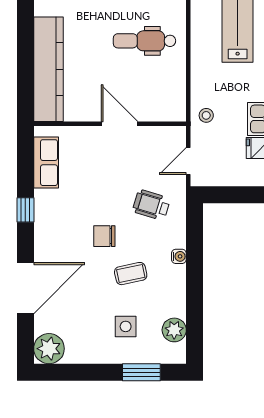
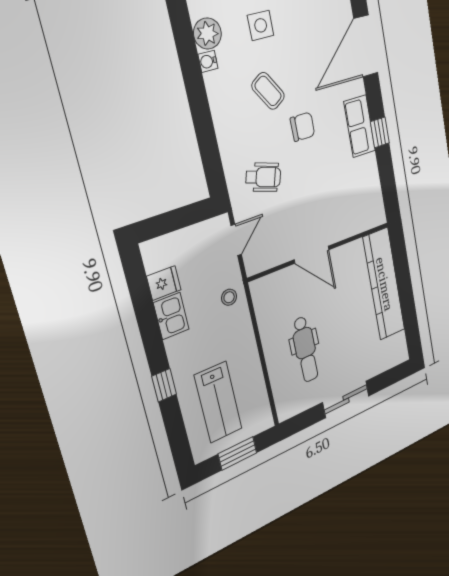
dental chair: (145, 41) -> (305, 349), turned 90
row of seats: (46, 163) -> (360, 126), moved
water cooler: (179, 256) -> (208, 61), moved
coffee table: (131, 274) -> (268, 91), turned 69

